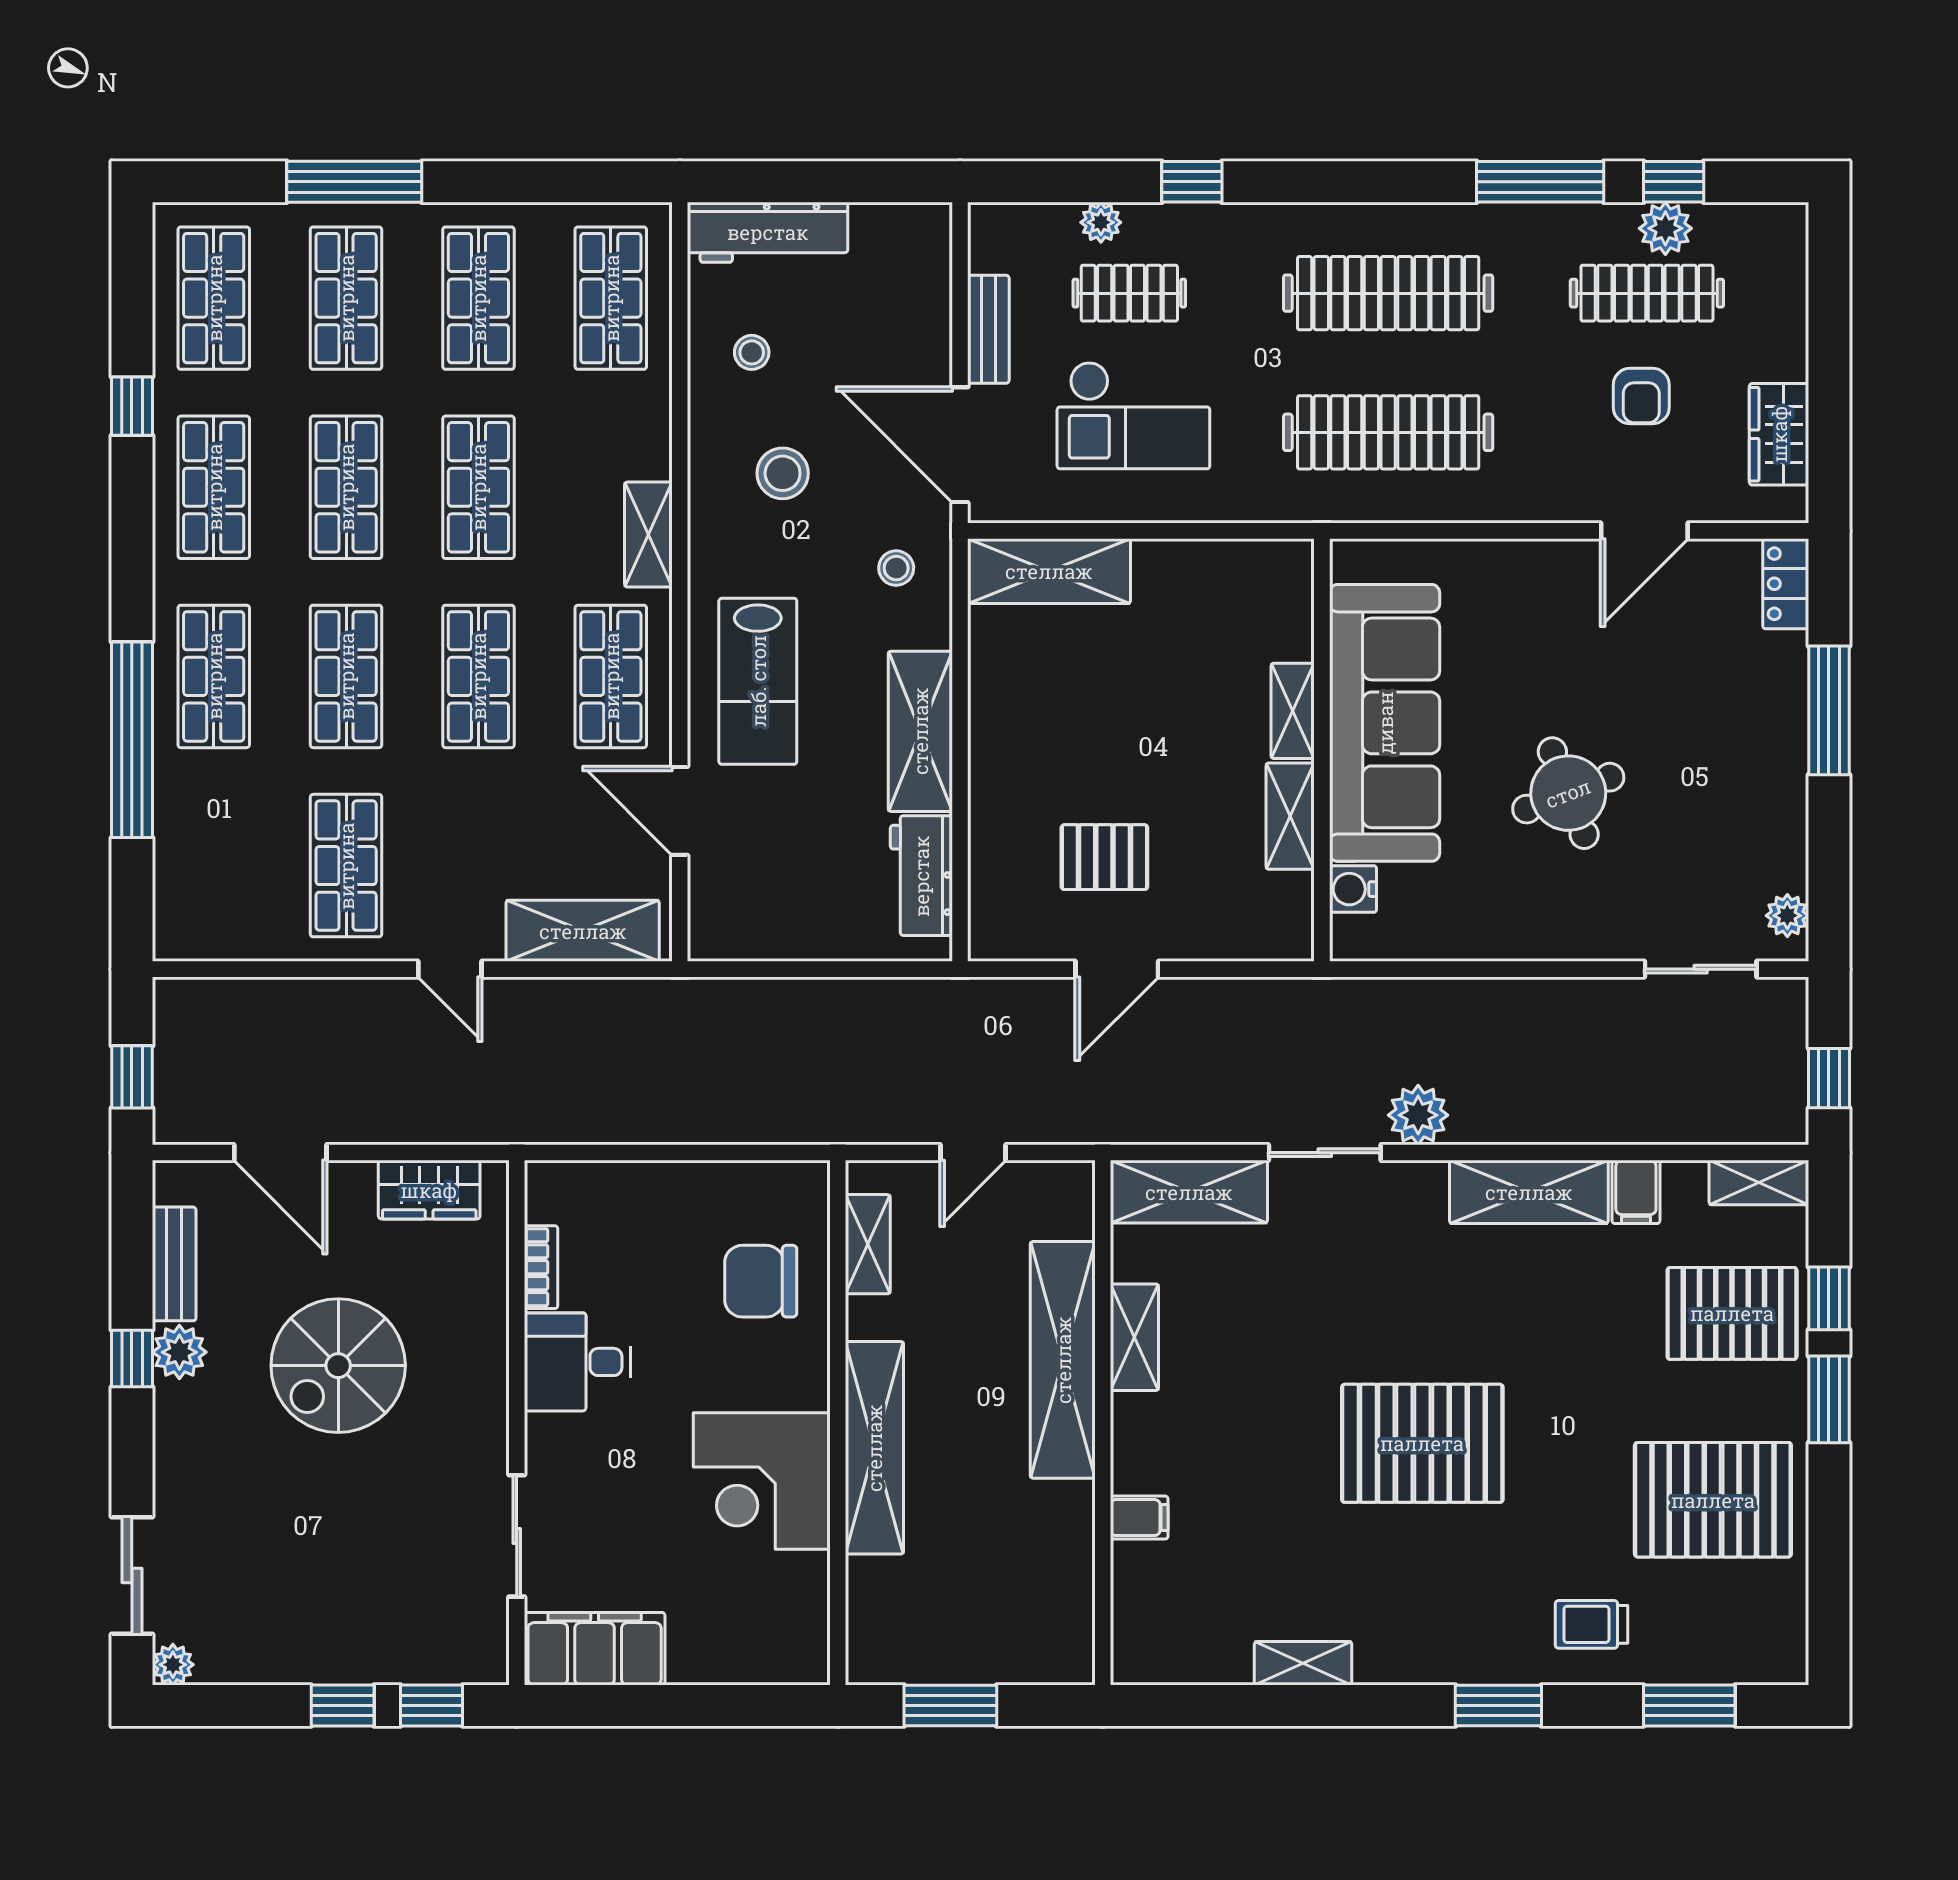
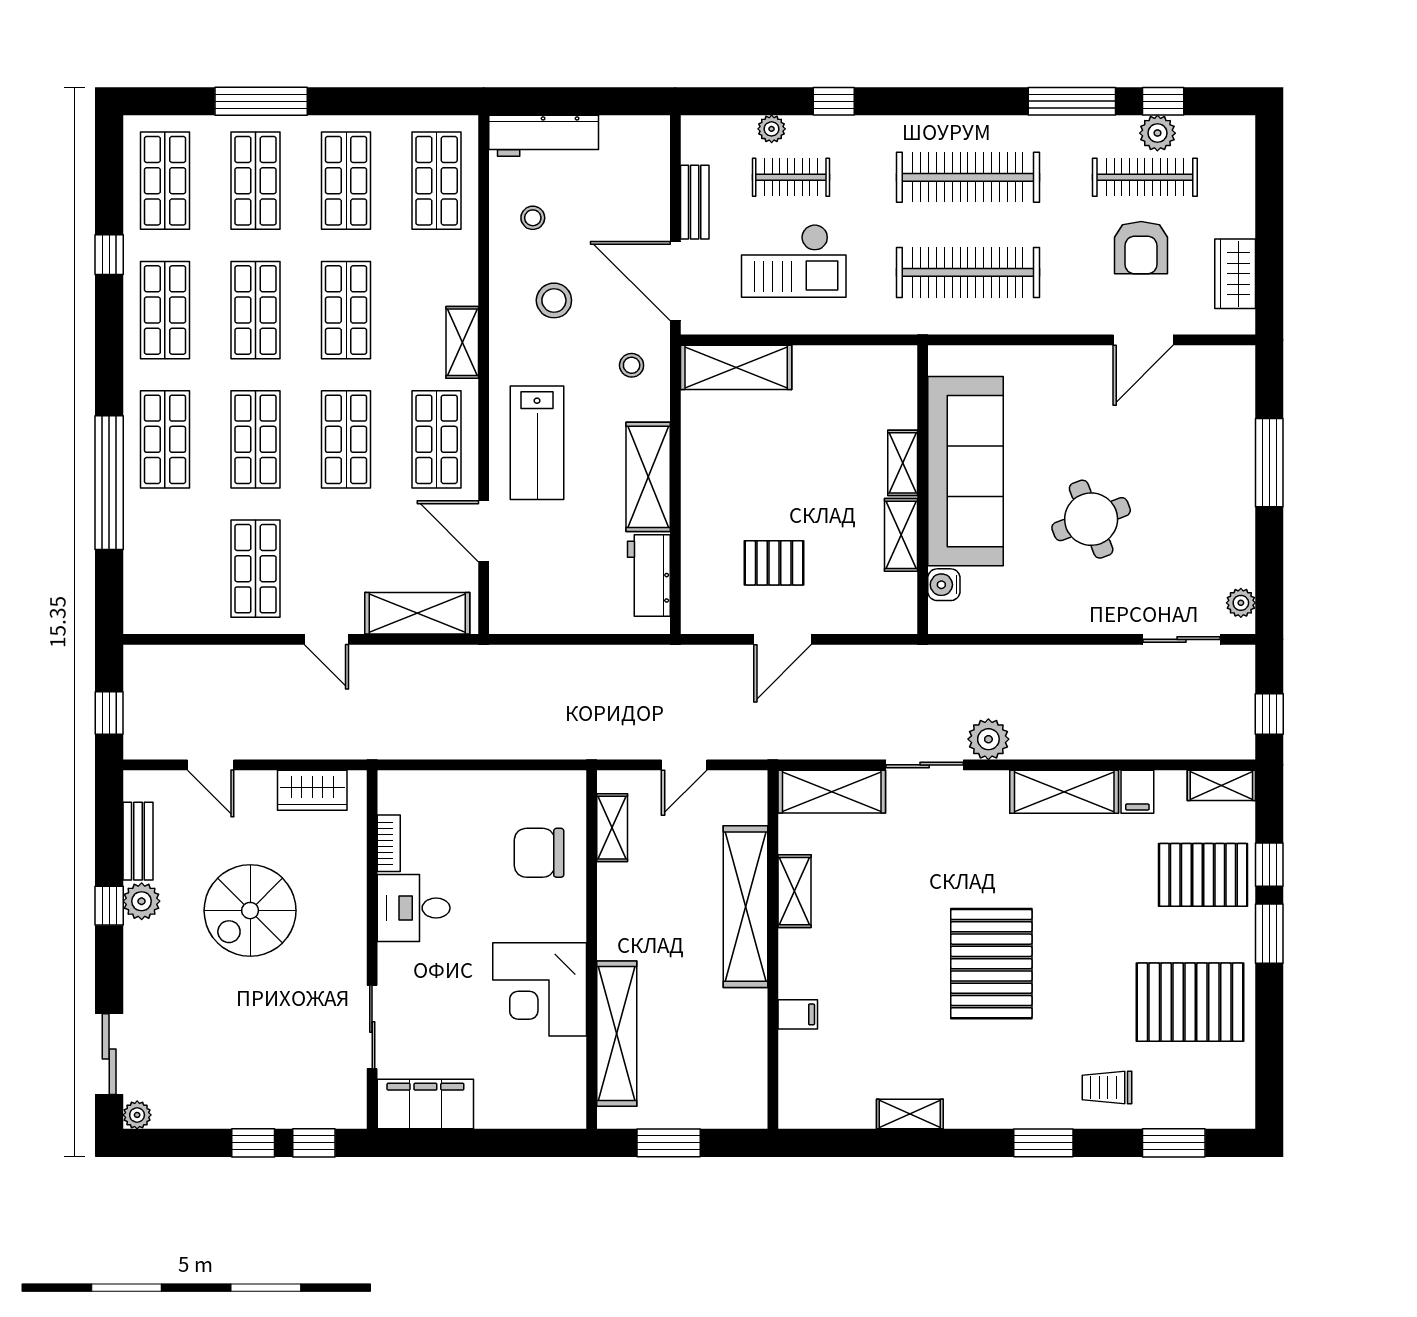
armchair: (1641, 396) -> (1141, 248), width x1.38, depth x1.38
locker: (1786, 584) -> (1240, 376), removed
door: (280, 1153) -> (211, 765), width x0.73
pallet: (1422, 1443) -> (991, 964), turned 90
shelving: (874, 1448) -> (617, 1034), moved

